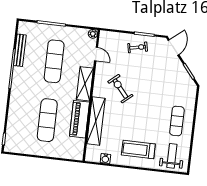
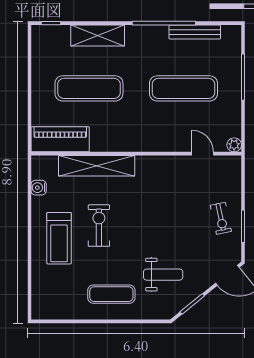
door: (96, 54) -> (203, 154), swing flipped
shelving: (85, 84) -> (98, 36), moved
exercise bike: (120, 89) -> (99, 226), moved, turned -50
piano: (79, 119) -> (60, 139), moved
treadmill: (138, 150) -> (59, 238), turned 180
weight bench: (172, 156) -> (163, 275), moved

